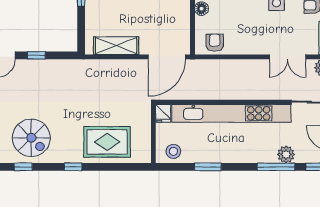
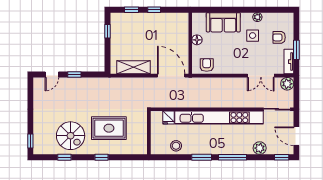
door: (167, 57) -> (171, 76), swing flipped
wall: (153, 134) -> (149, 133), moved
rug: (107, 142) -> (109, 128), moved
window: (276, 167) -> (233, 157), moved

